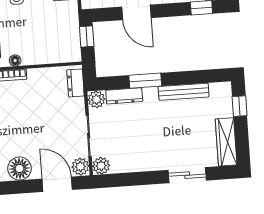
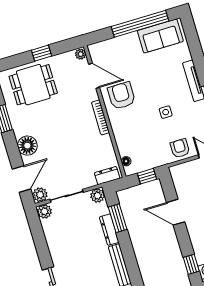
door: (136, 12) -> (176, 212), hinge flipped
floor lamp: (15, 60) -> (126, 161), moved
window: (145, 81) -> (118, 218), moved
dresser: (124, 96) -> (109, 230), moved

